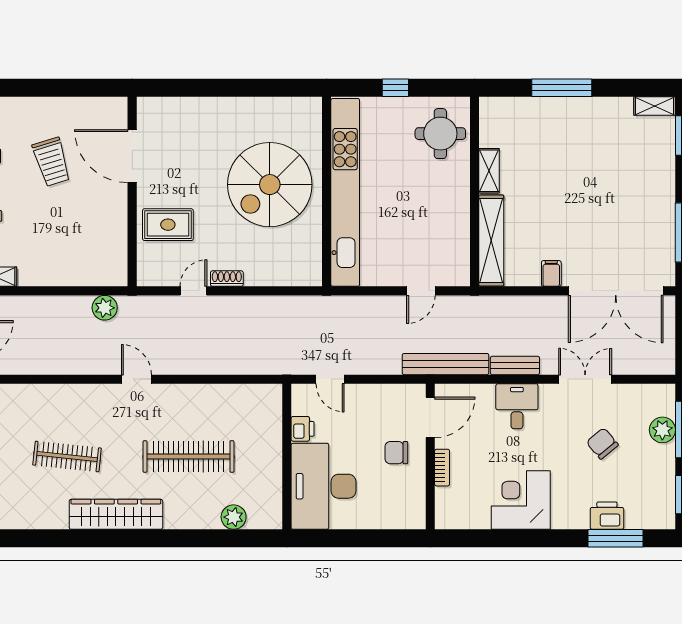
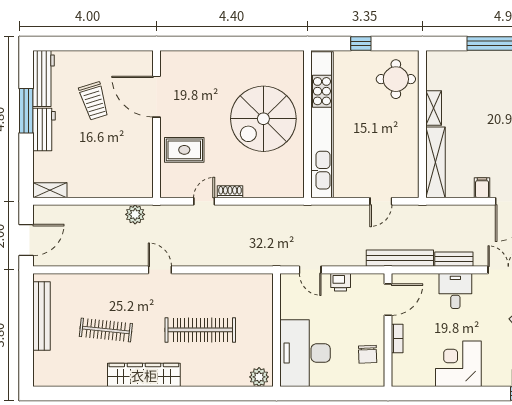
printer: (303, 429) -> (341, 282), moved, turned 90
chair: (396, 453) -> (368, 354), moved, turned -92
plant: (234, 517) -> (259, 377), moved

